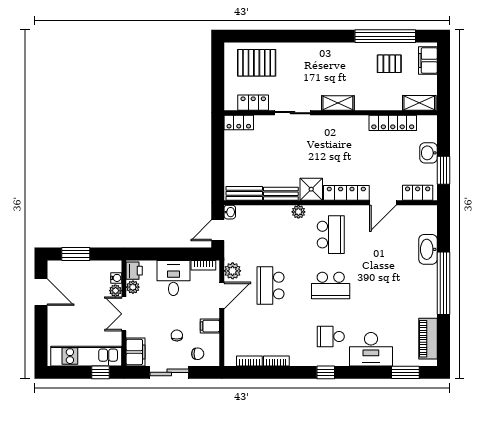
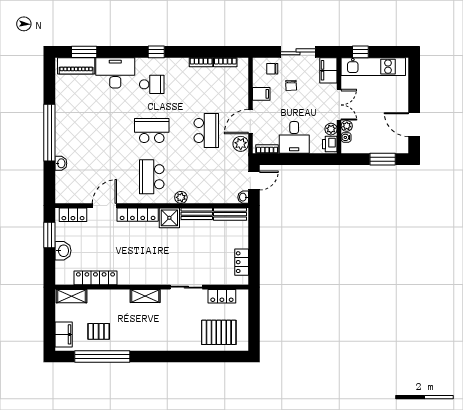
locker: (239, 122) -> (242, 262), moved, turned -90
washbasin: (428, 249) -> (61, 163), width x0.52, depth x0.69
piano: (428, 339) -> (76, 66), moved, turned 90

